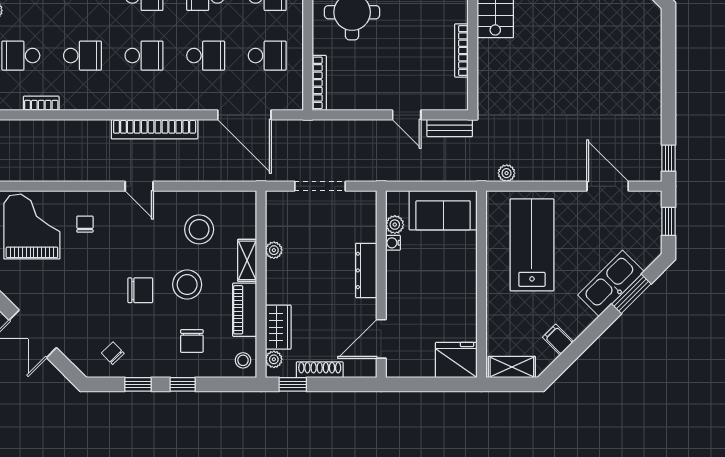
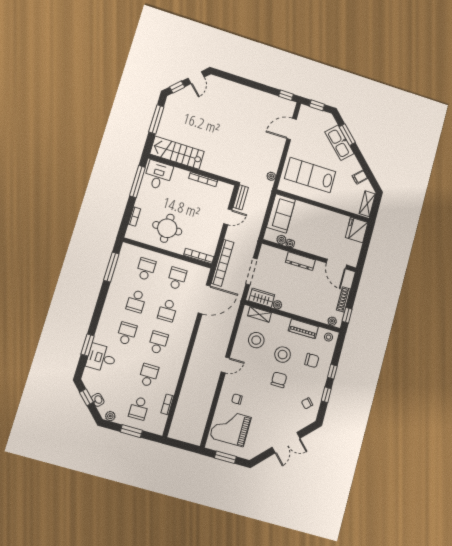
school desk: (206, 56) -> (168, 310), turned 180
bookcase: (155, 129) -> (223, 263), moved
shelving: (247, 260) -> (260, 314), moved
wardrobe: (278, 327) -> (262, 298), moved

